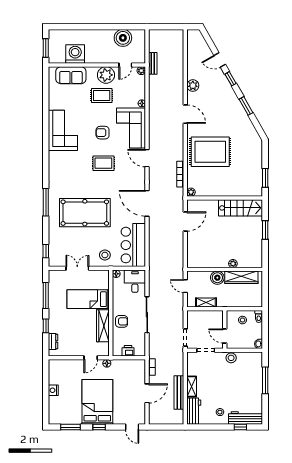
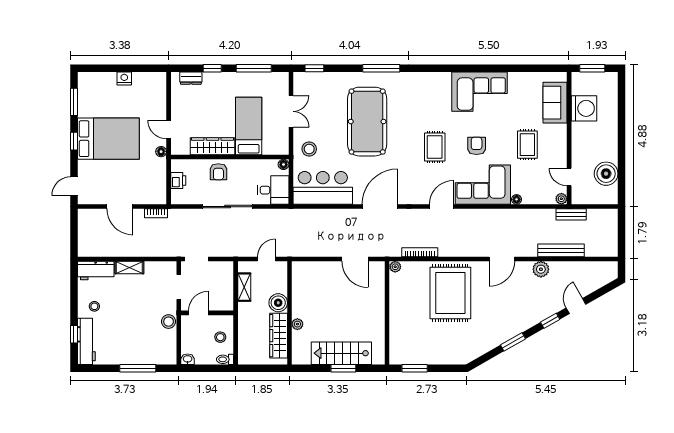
plant: (106, 75) -> (555, 151), removed
stairs: (241, 208) -> (341, 353), moved, turned 90
bench: (179, 393) -> (561, 250), moved

